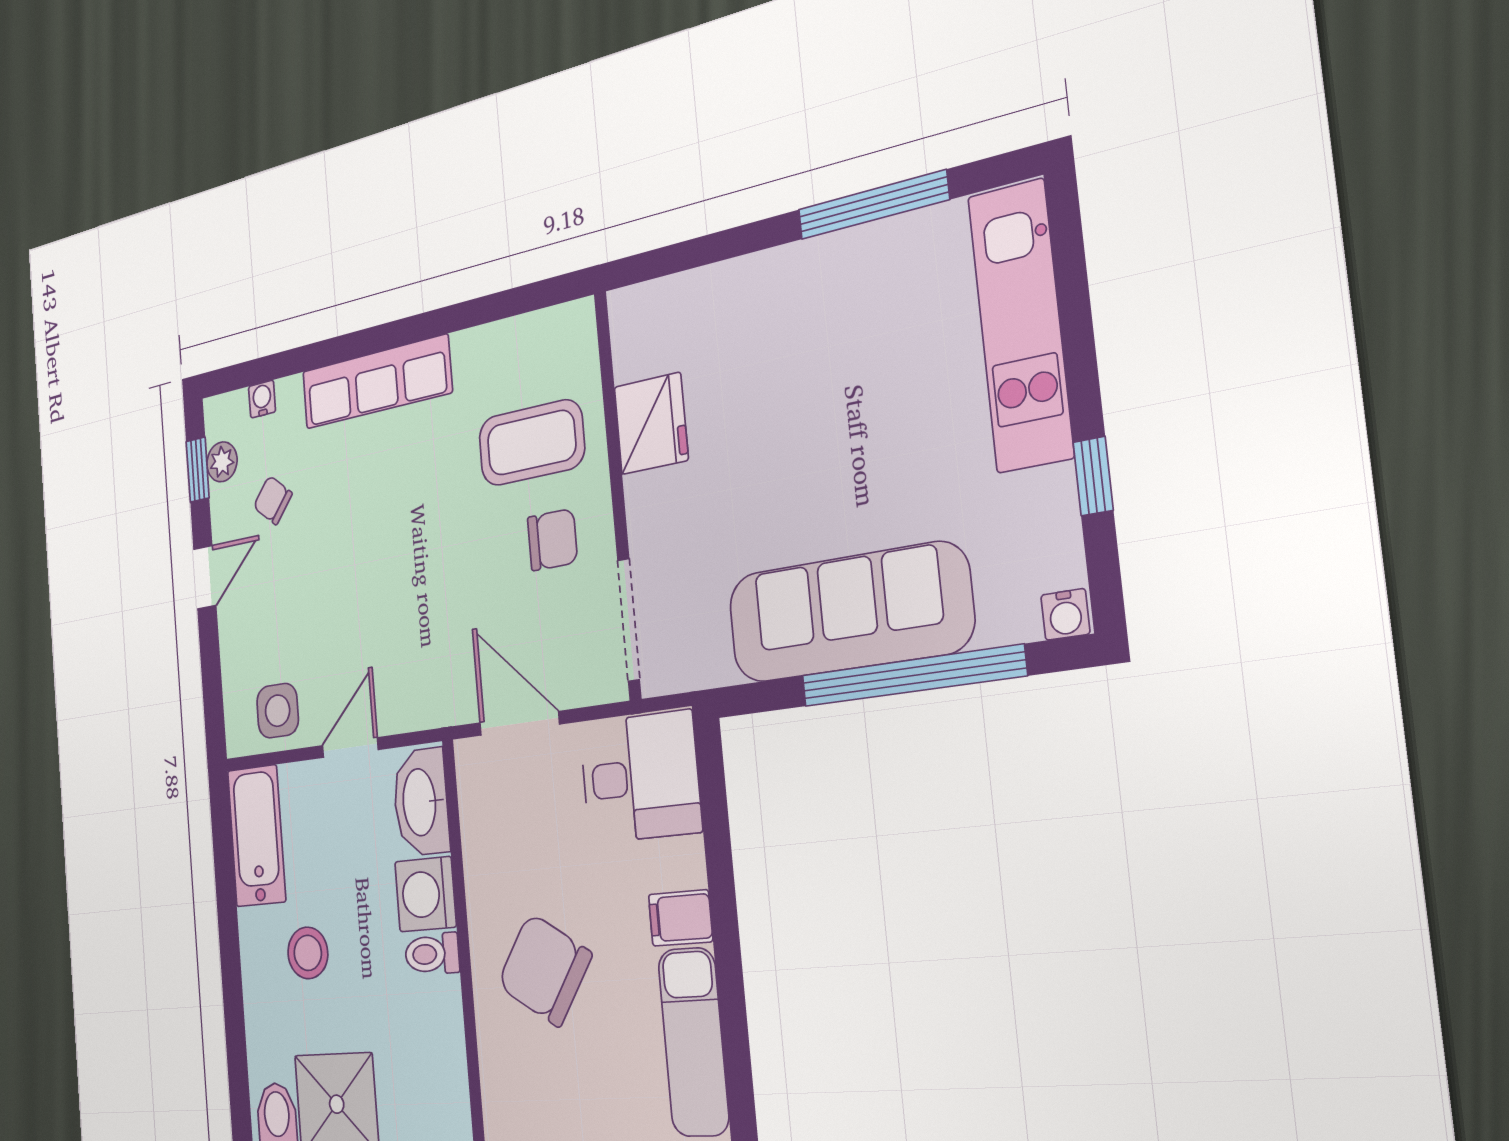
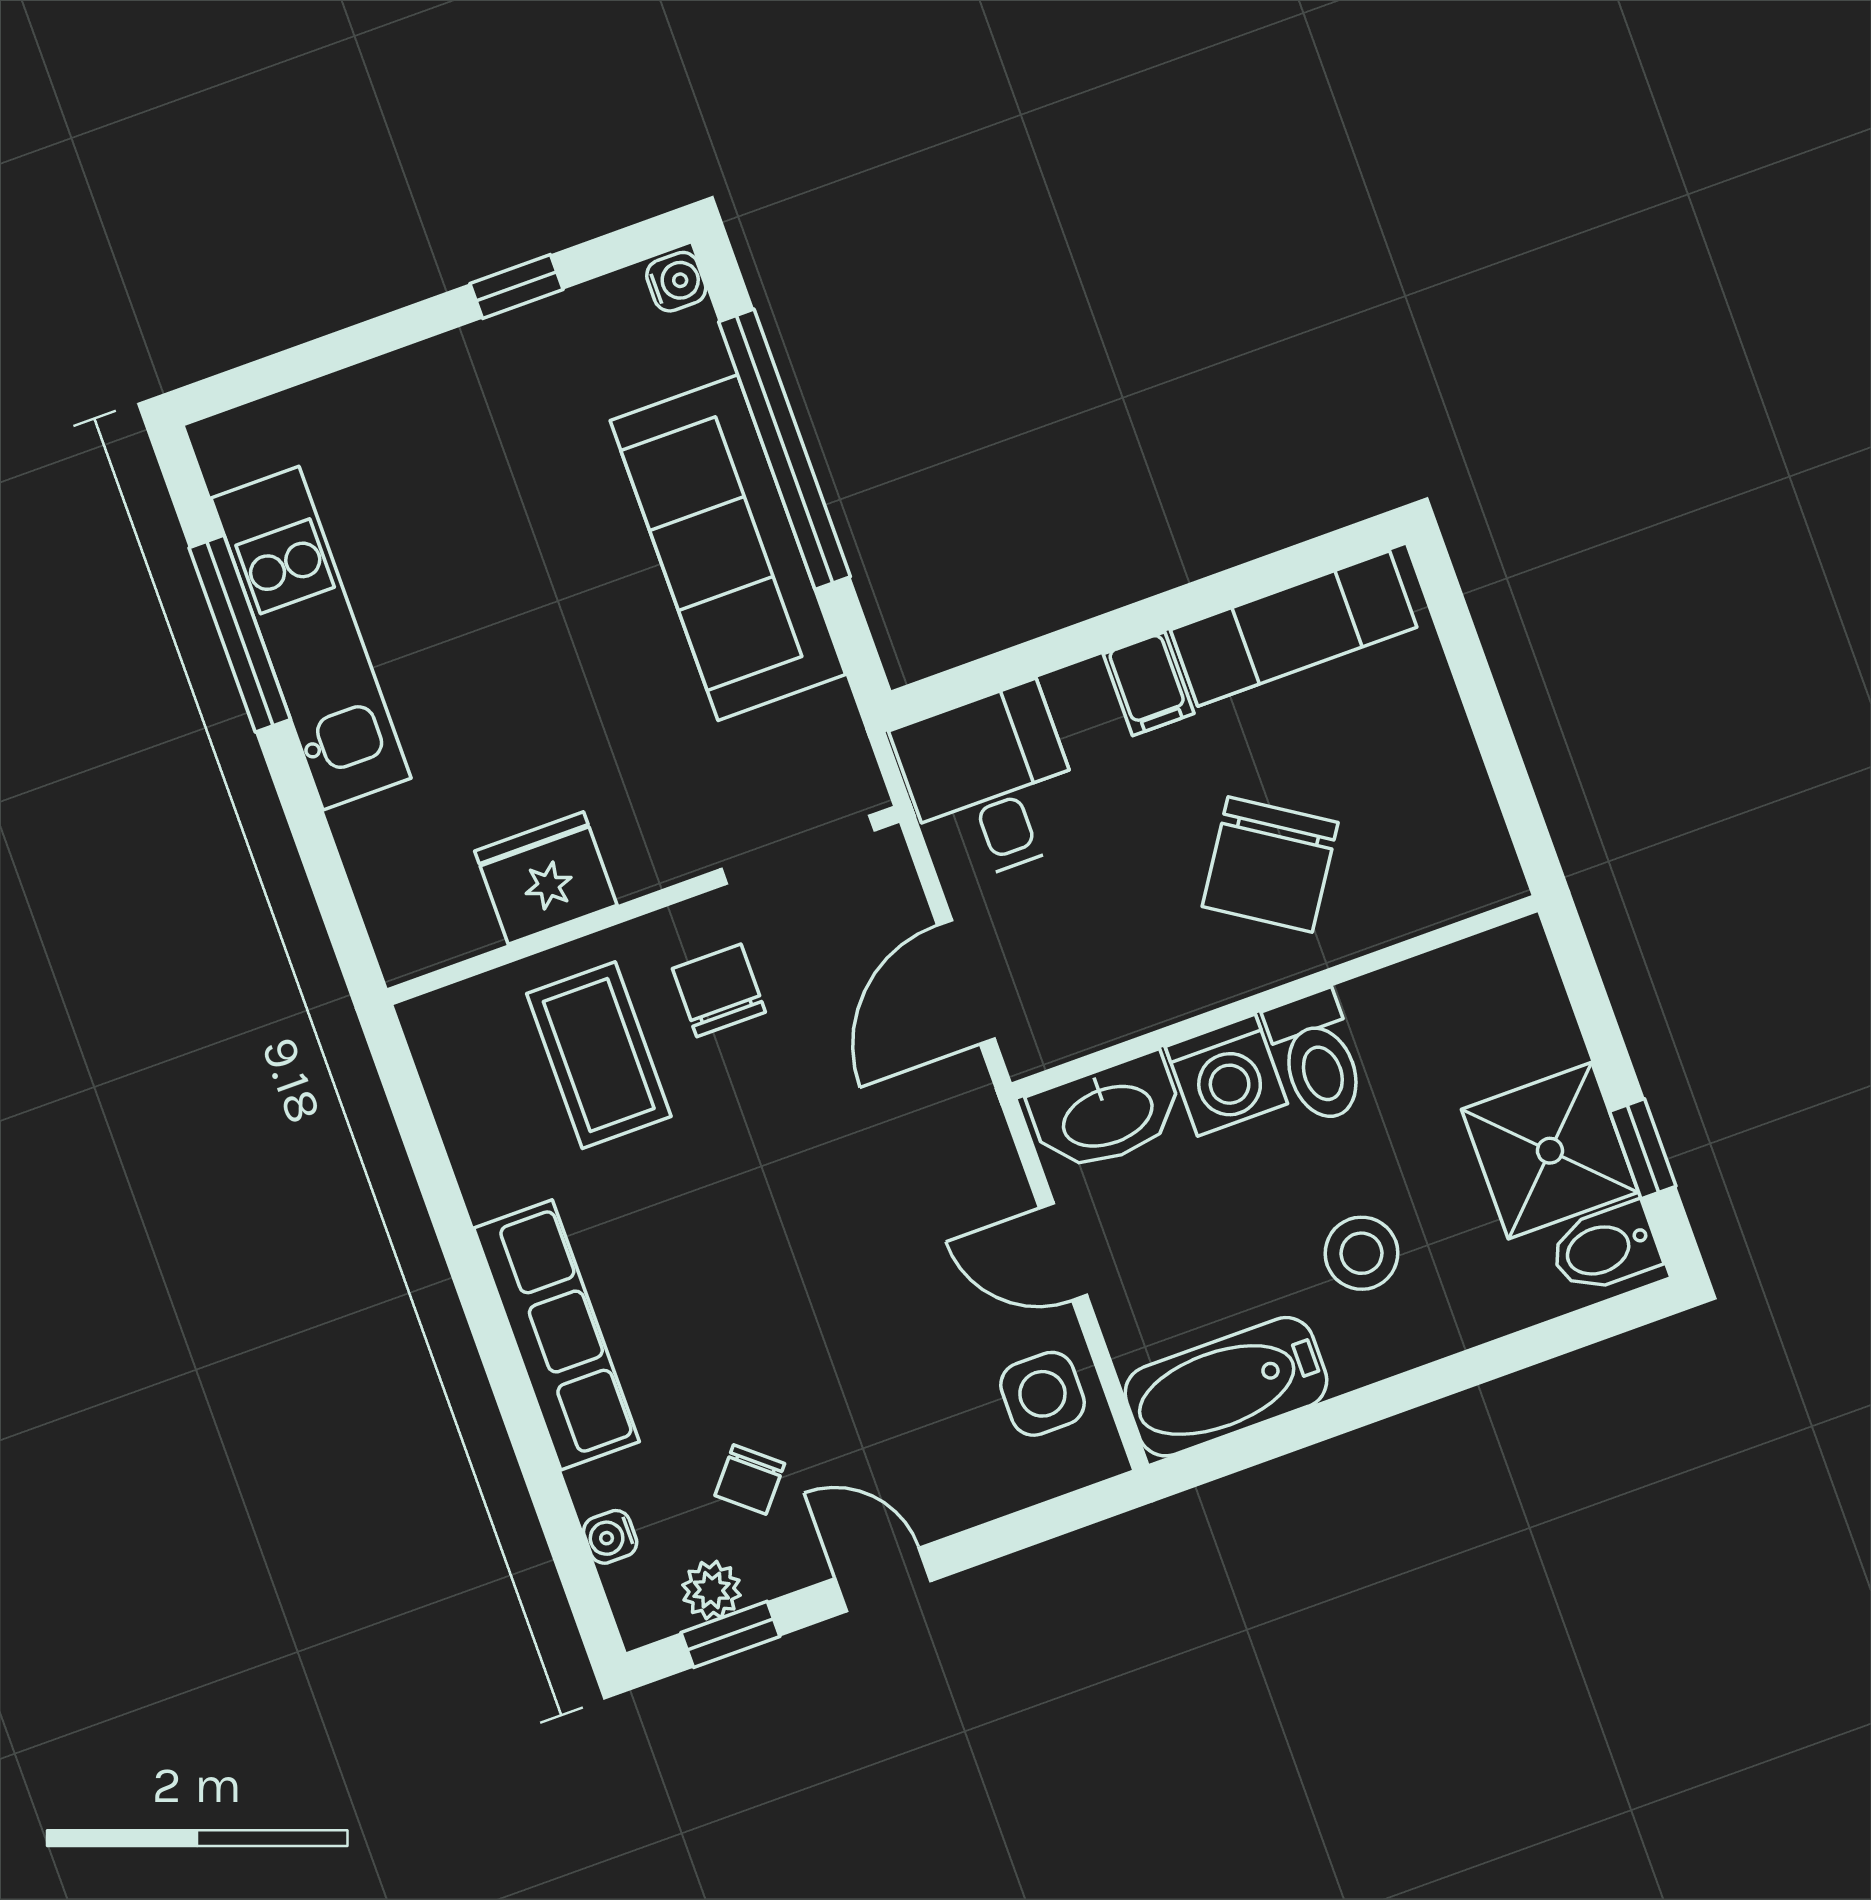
kitchen unit: (1021, 326) -> (311, 638), moved, turned -90
toilet: (432, 954) -> (1317, 1057), width x1.37, depth x1.39

